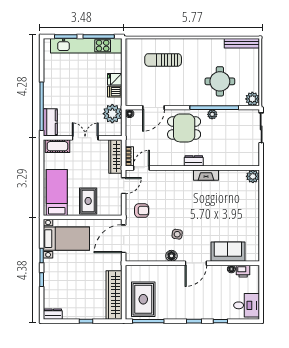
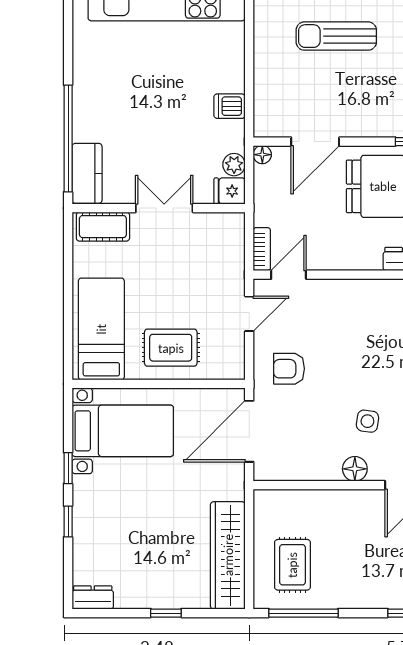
fridge: (115, 79) -> (230, 191), moved
plant: (112, 114) -> (234, 165), width x0.53, depth x0.53
wardrobe: (115, 157) -> (231, 249), removed
rug: (88, 201) -> (171, 348), turned 90
armchair: (142, 211) -> (289, 369), turned 180
rug: (143, 299) -> (292, 565), width x0.73, depth x0.70

